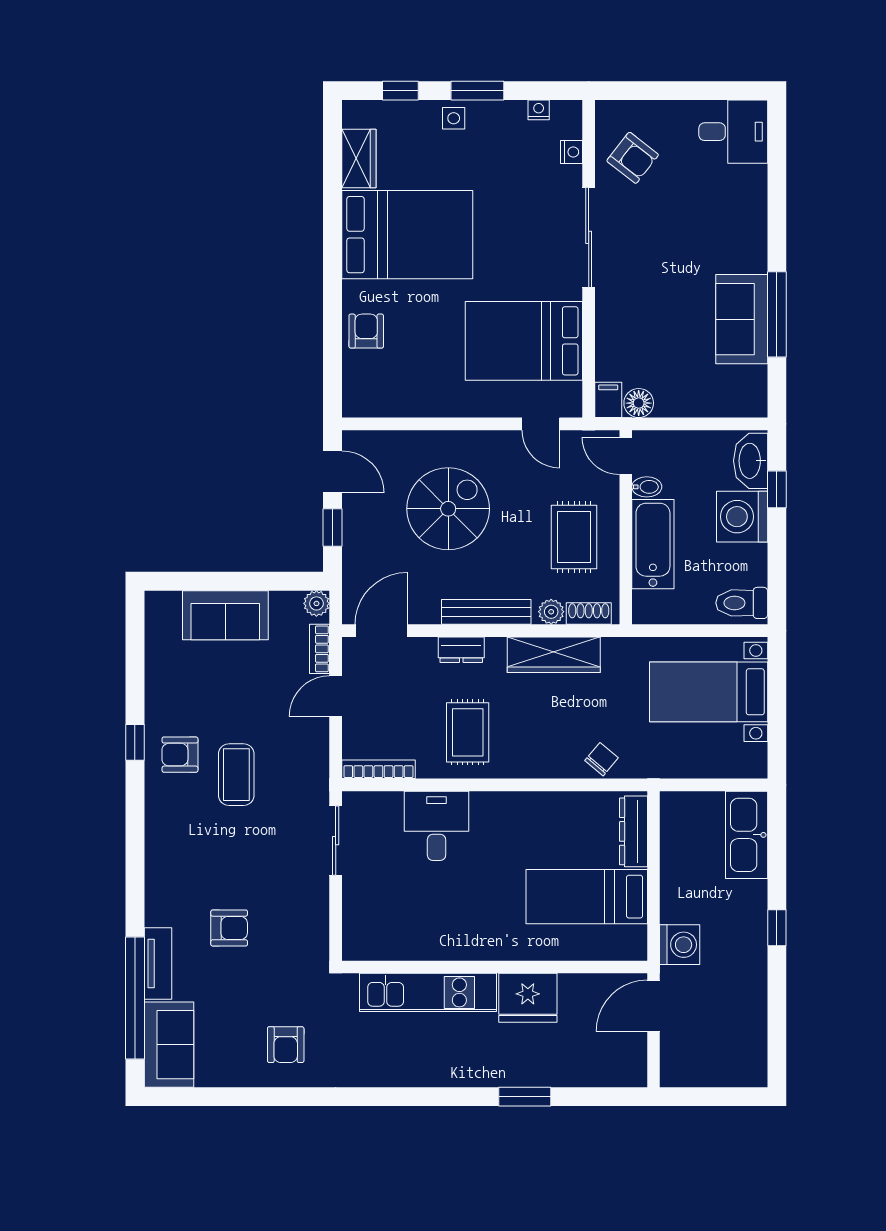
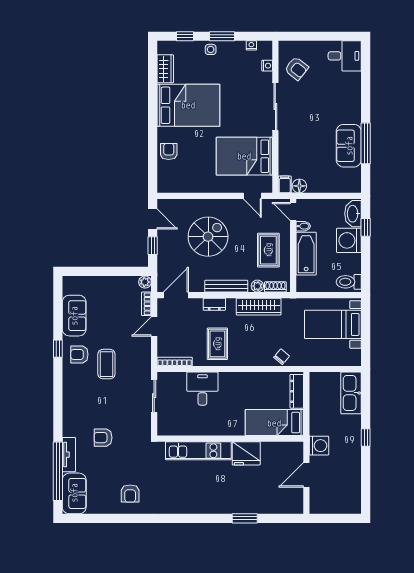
sofa: (225, 615) -> (74, 316), moved, turned -90
armchair: (229, 928) -> (103, 438), turned 180
wall: (495, 967) -> (230, 439), moved
kitchen unit: (428, 992) -> (198, 451), moved
fridge: (528, 998) -> (246, 453), moved

